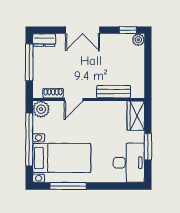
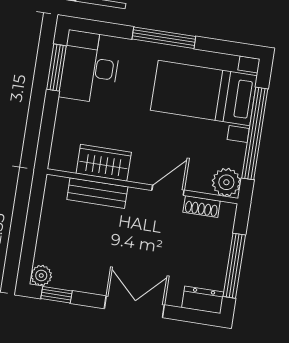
wardrobe: (136, 116) -> (104, 163), moved, turned -90
window: (148, 147) -> (56, 68), moved
window: (68, 186) -> (164, 38), moved

